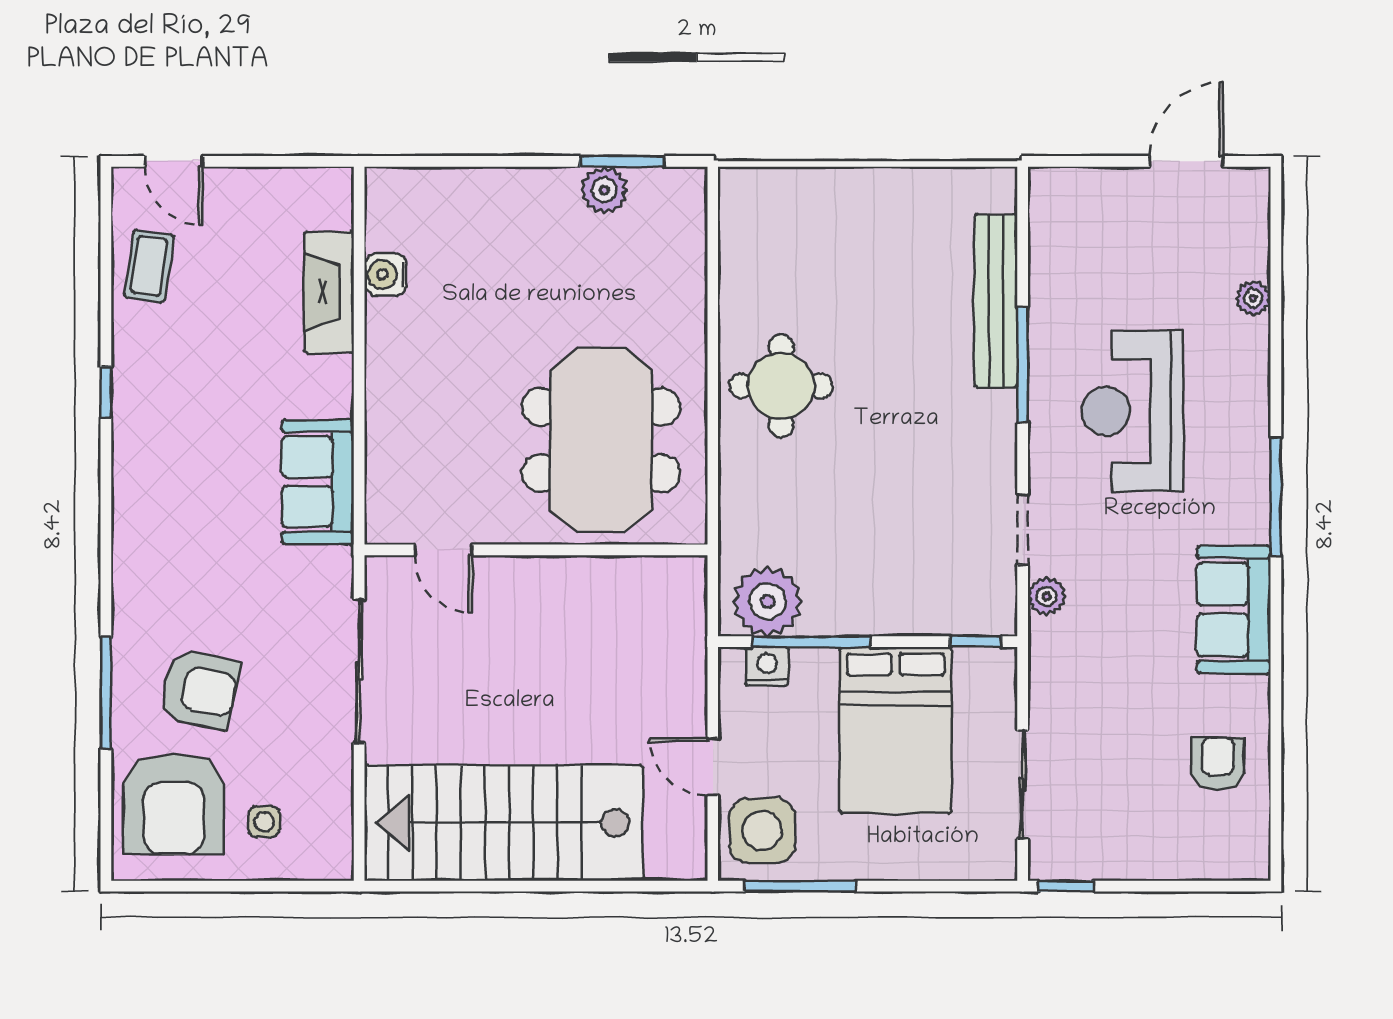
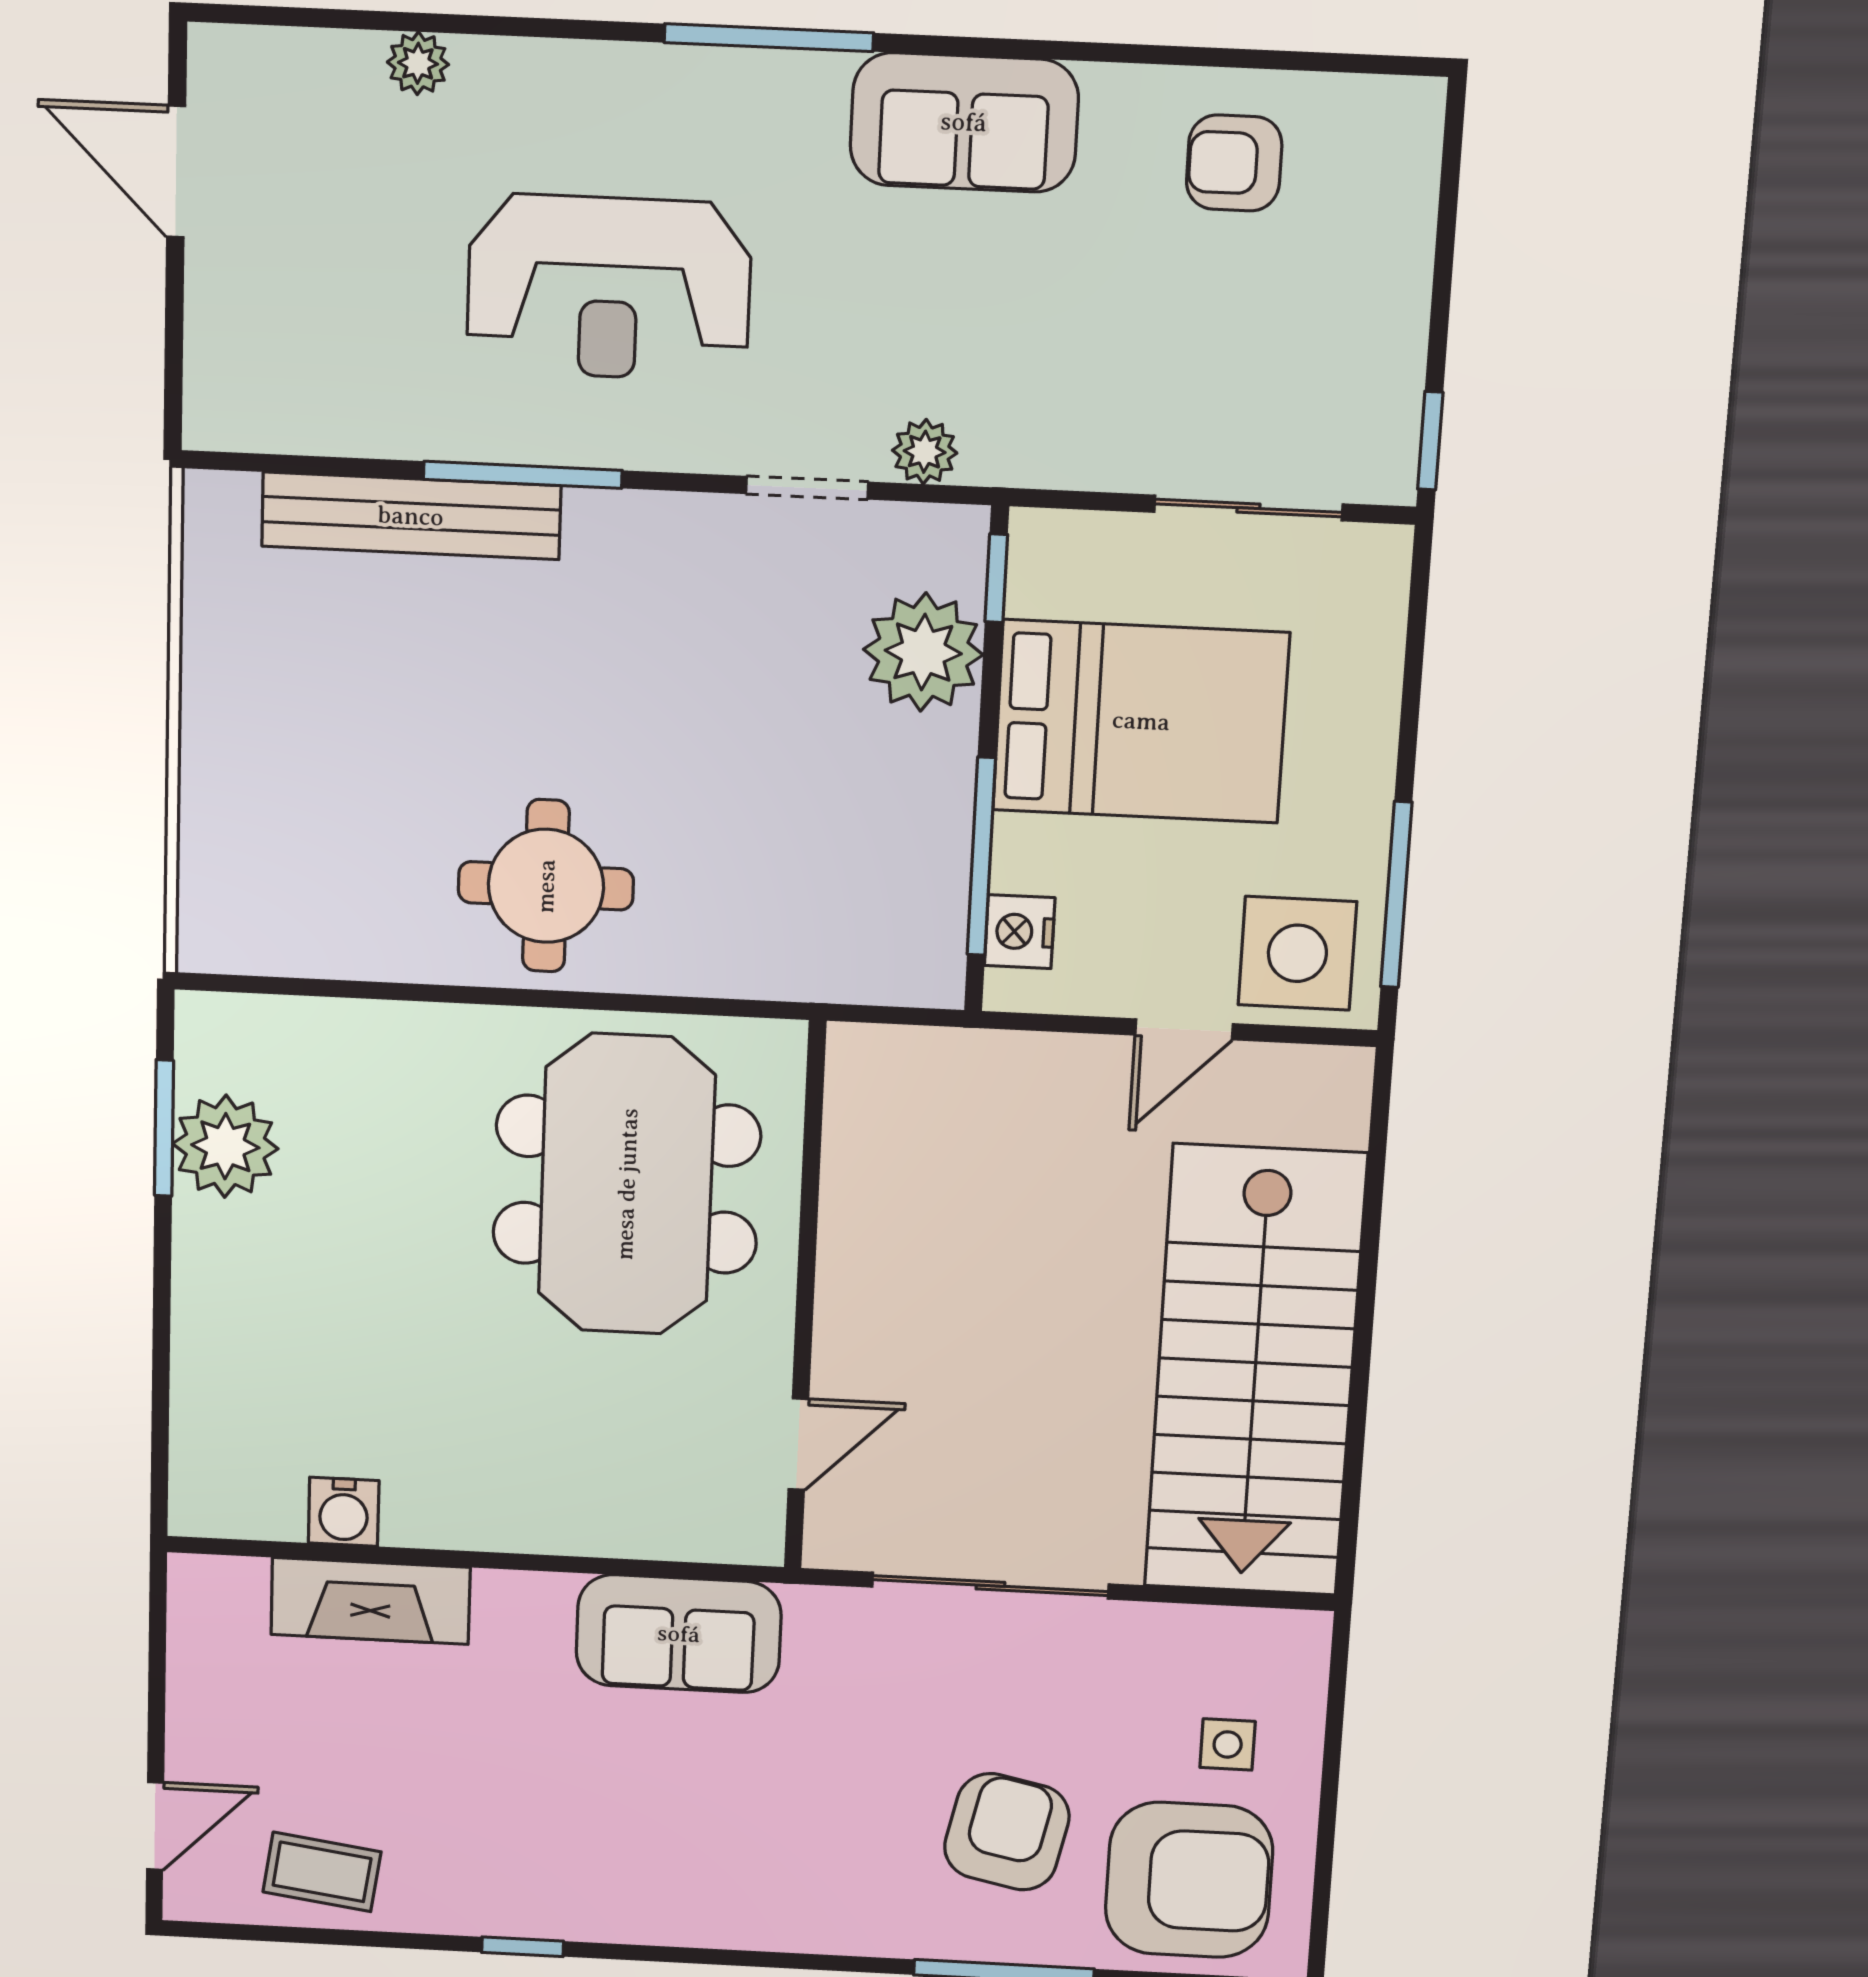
plant: (604, 190) -> (225, 1146), width x1.36, depth x1.36
meeting table: (601, 440) -> (627, 1184), turned 90
plant: (768, 601) -> (923, 652), moved

